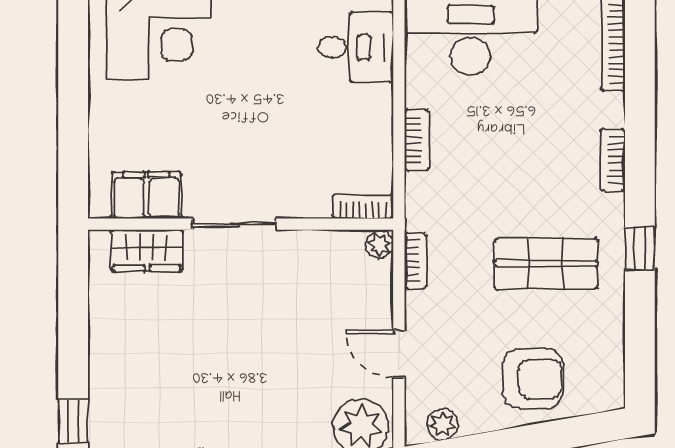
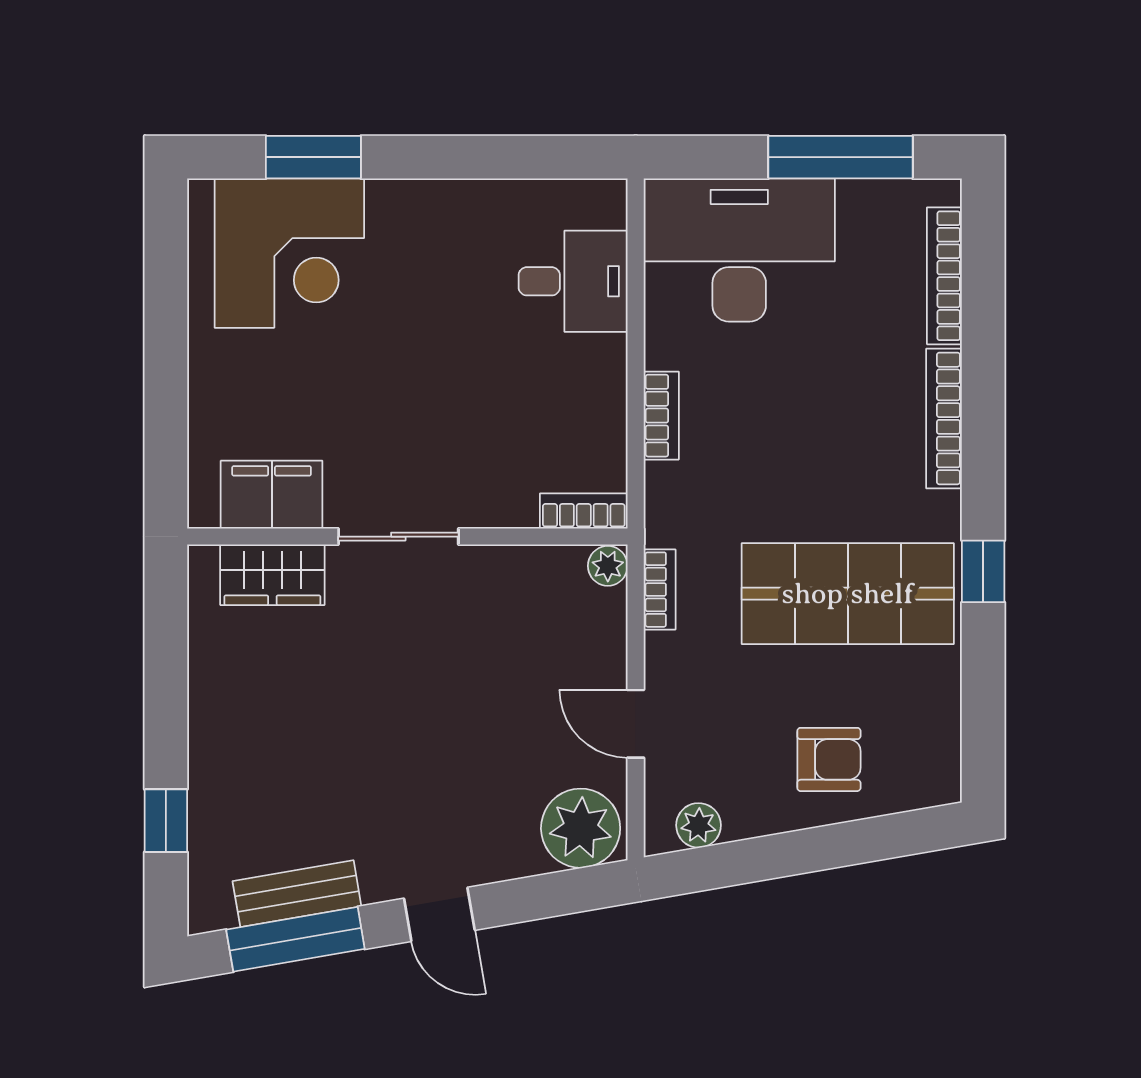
bookcase: (613, 160) -> (944, 418), width x1.56
shop shelf: (546, 264) -> (848, 594), width x1.43, depth x1.36
armchair: (533, 379) -> (829, 759), width x0.72, depth x0.72

